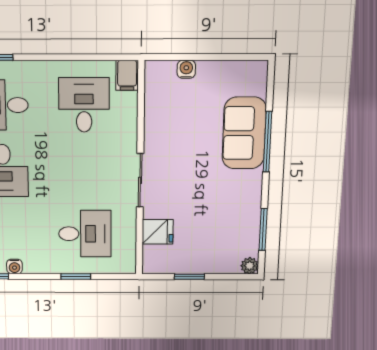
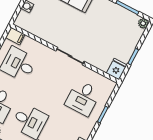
fridge: (158, 232) -> (117, 69), moved
desk: (85, 234) -> (83, 98), turned 180

